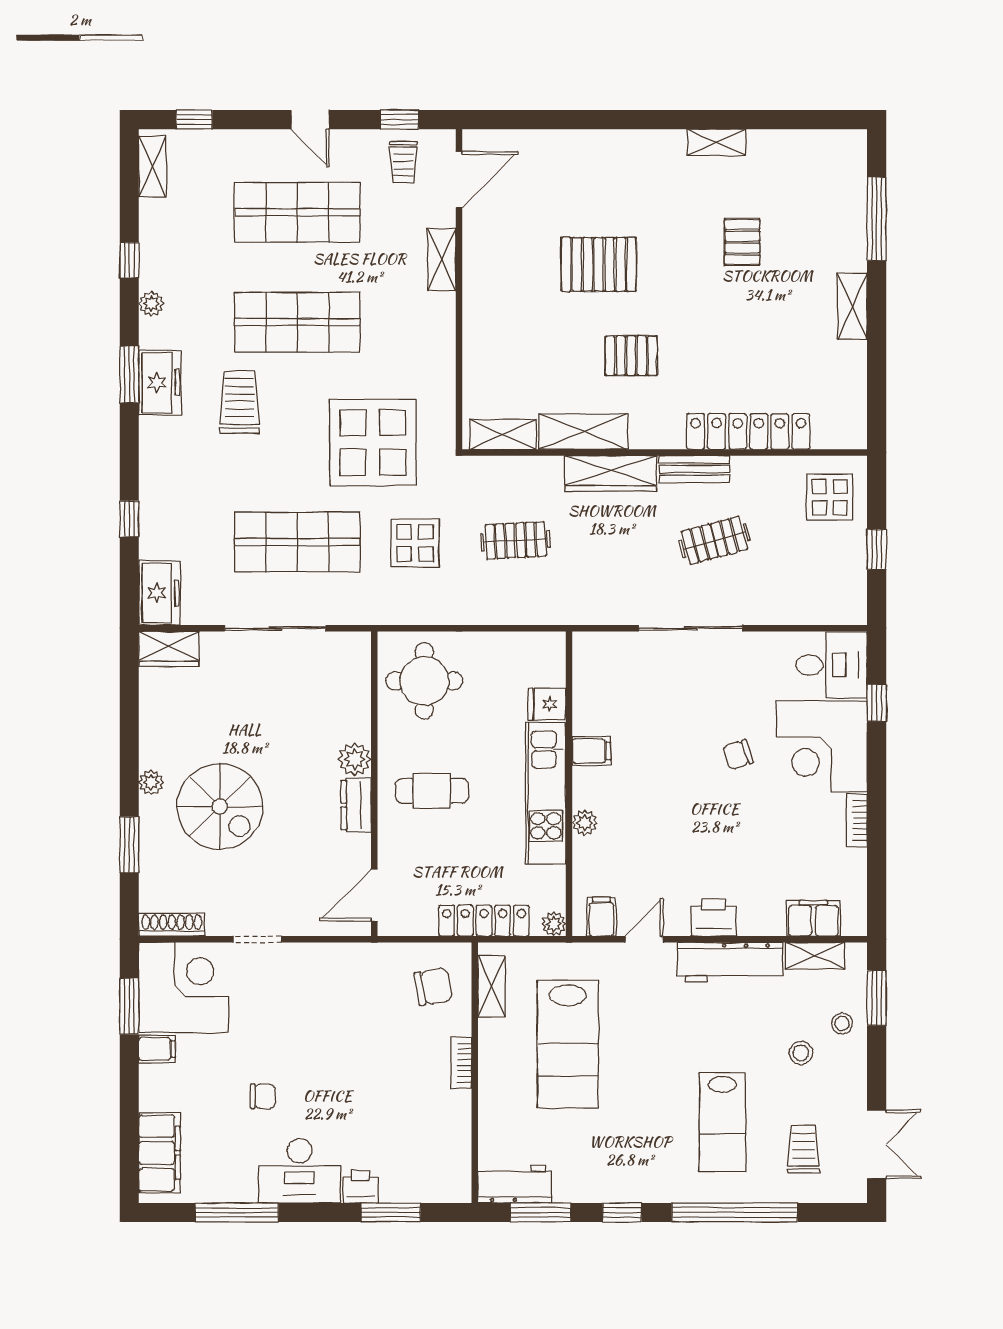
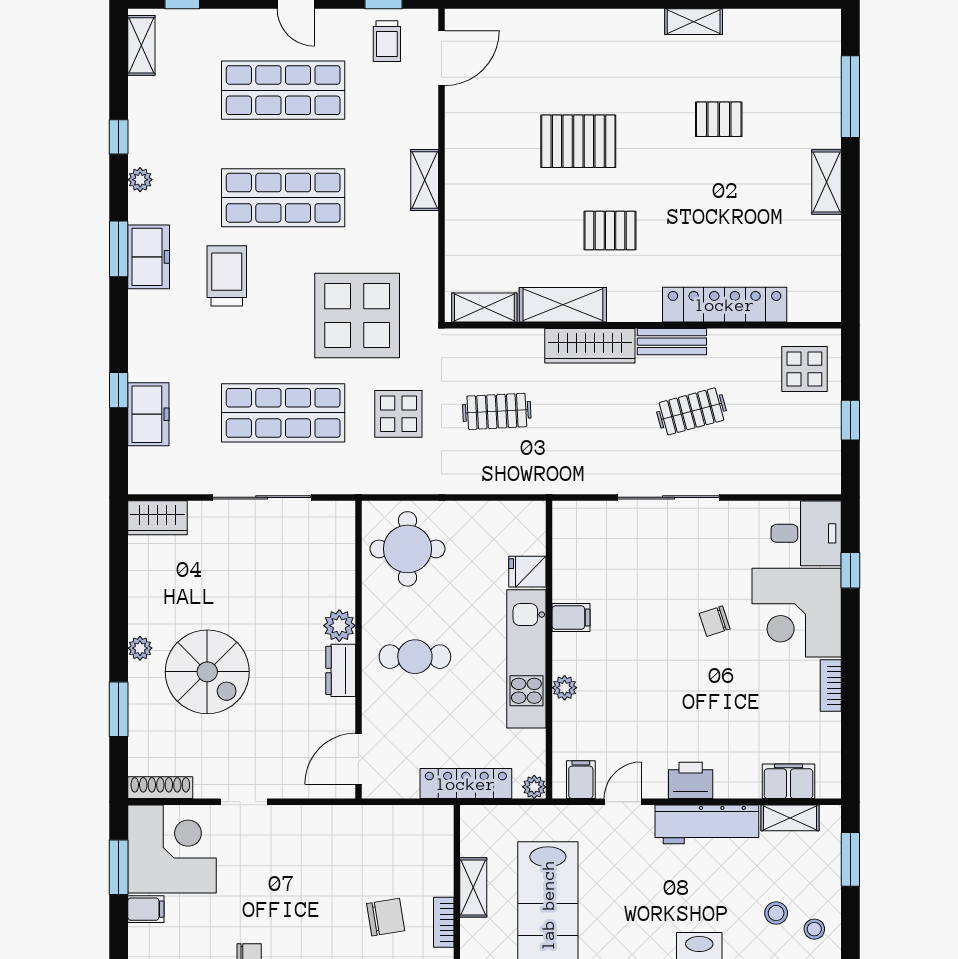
pallet: (742, 242) -> (719, 119), turned 90
shelving: (442, 260) -> (425, 180), moved
freezer: (160, 593) -> (148, 414), moved
shelving: (492, 986) -> (473, 887), moved
chair: (433, 987) -> (386, 917), moved
stool: (842, 1023) -> (814, 929), moved

